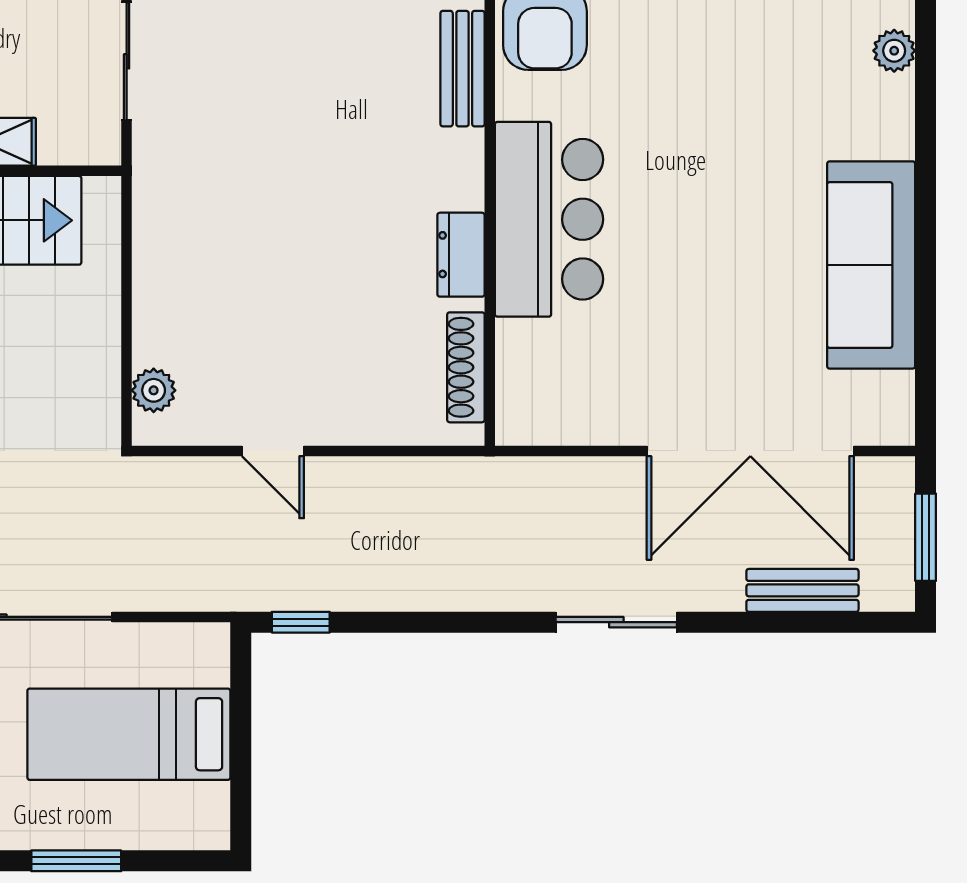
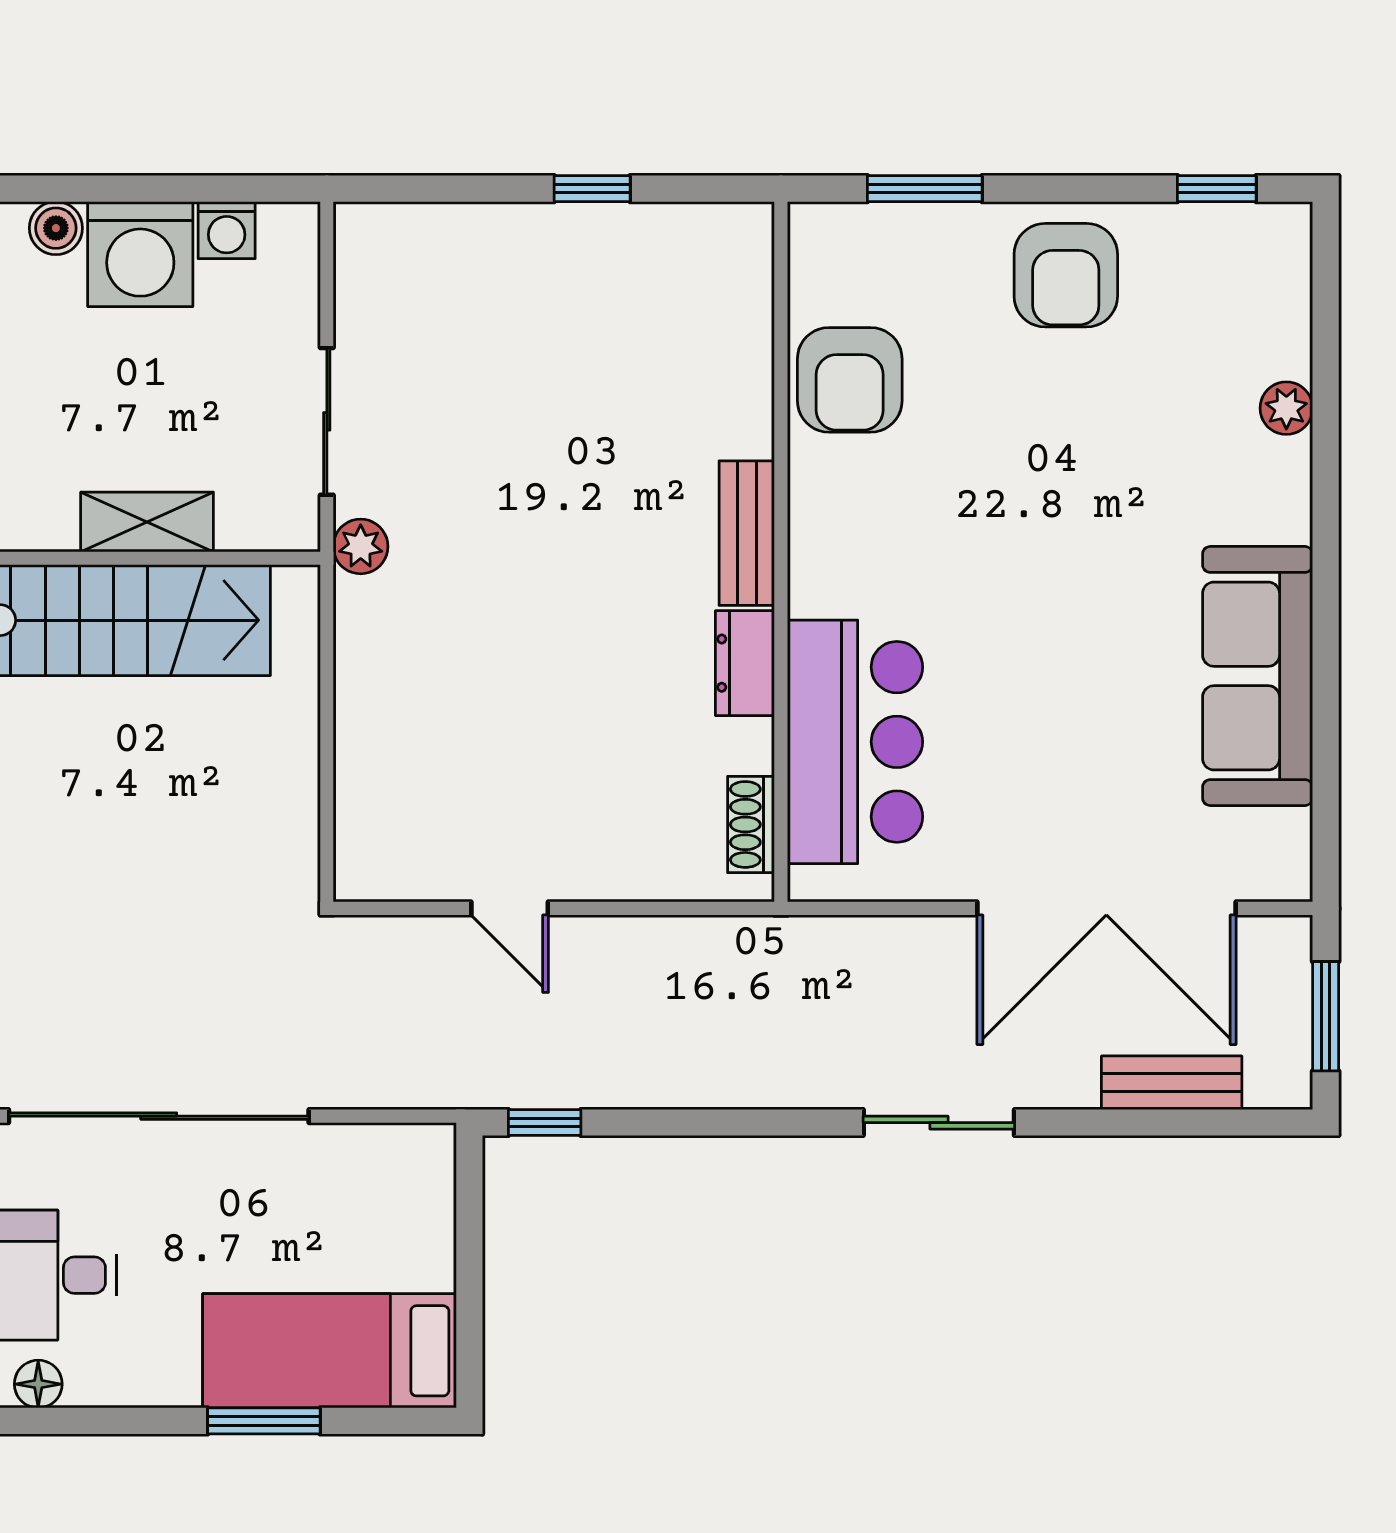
bench: (462, 69) -> (747, 533), moved
bar counter: (549, 219) -> (855, 742), moved
shoe rack: (466, 367) -> (751, 824), width x0.70
plant: (154, 390) -> (361, 546), moved
bed: (129, 734) -> (330, 1351), moved

